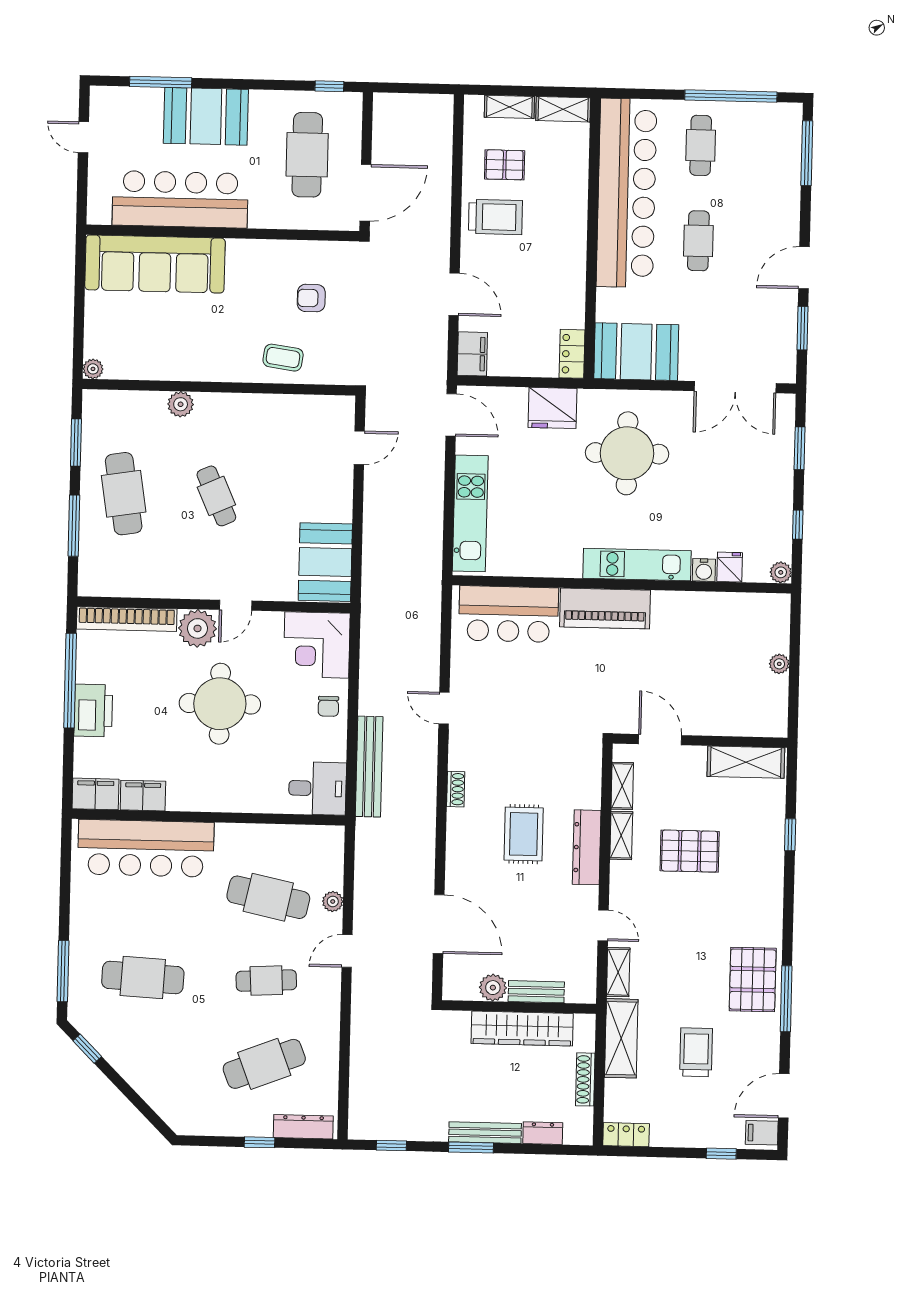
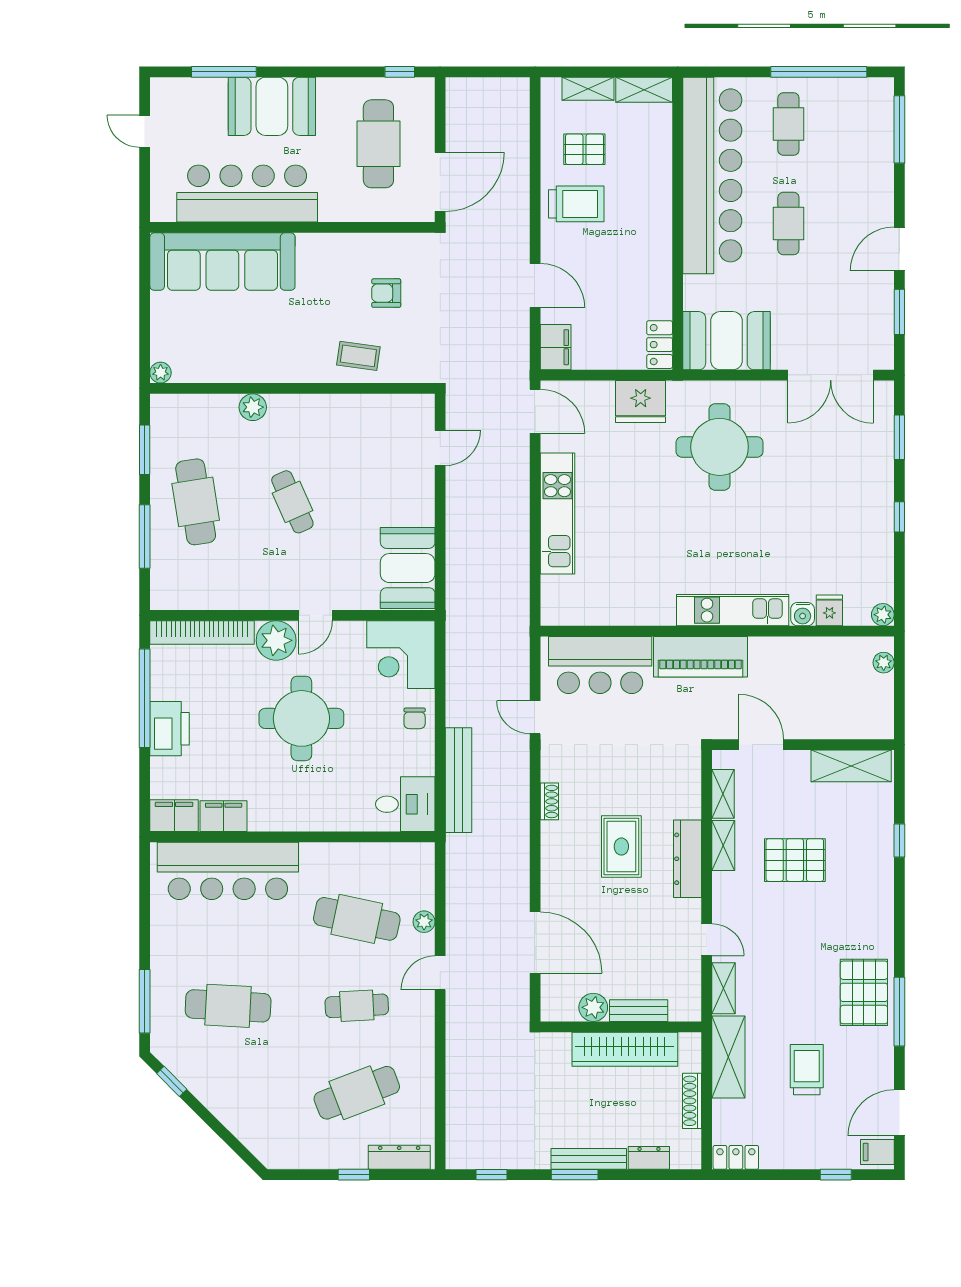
kitchen unit: (637, 564) -> (733, 610), moved
fridge: (730, 567) -> (829, 610), moved
water cooler: (704, 570) -> (803, 614), moved
plant: (781, 572) -> (883, 615), moved
wall: (622, 584) -> (717, 631), moved
piano: (605, 608) -> (701, 657), moved
bar counter: (509, 614) -> (600, 665), moved

